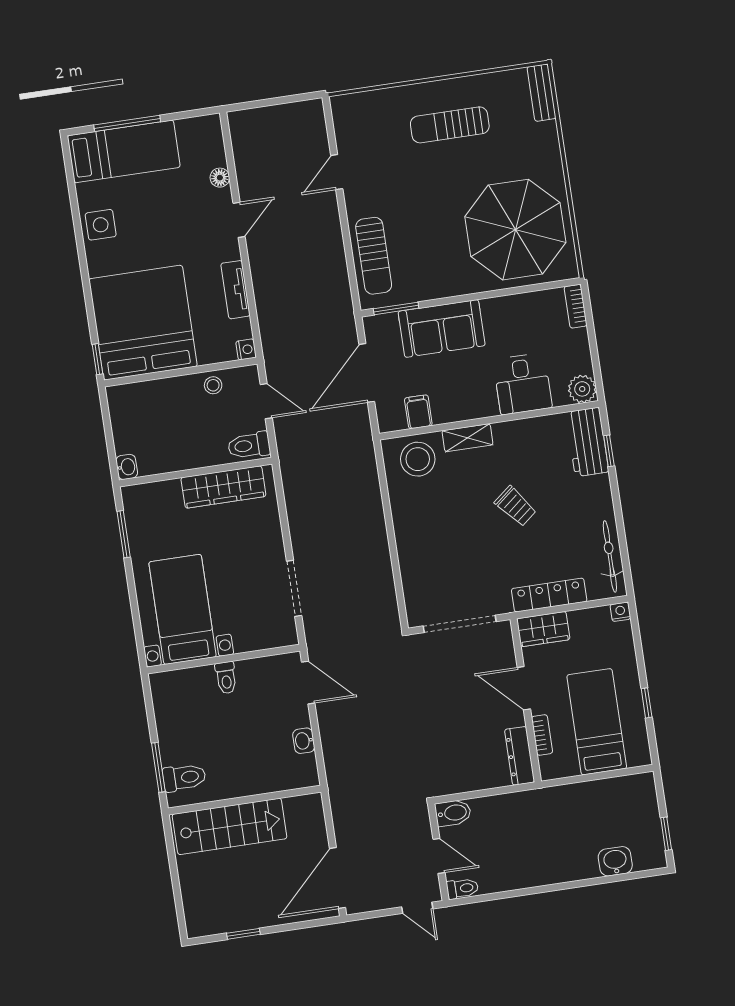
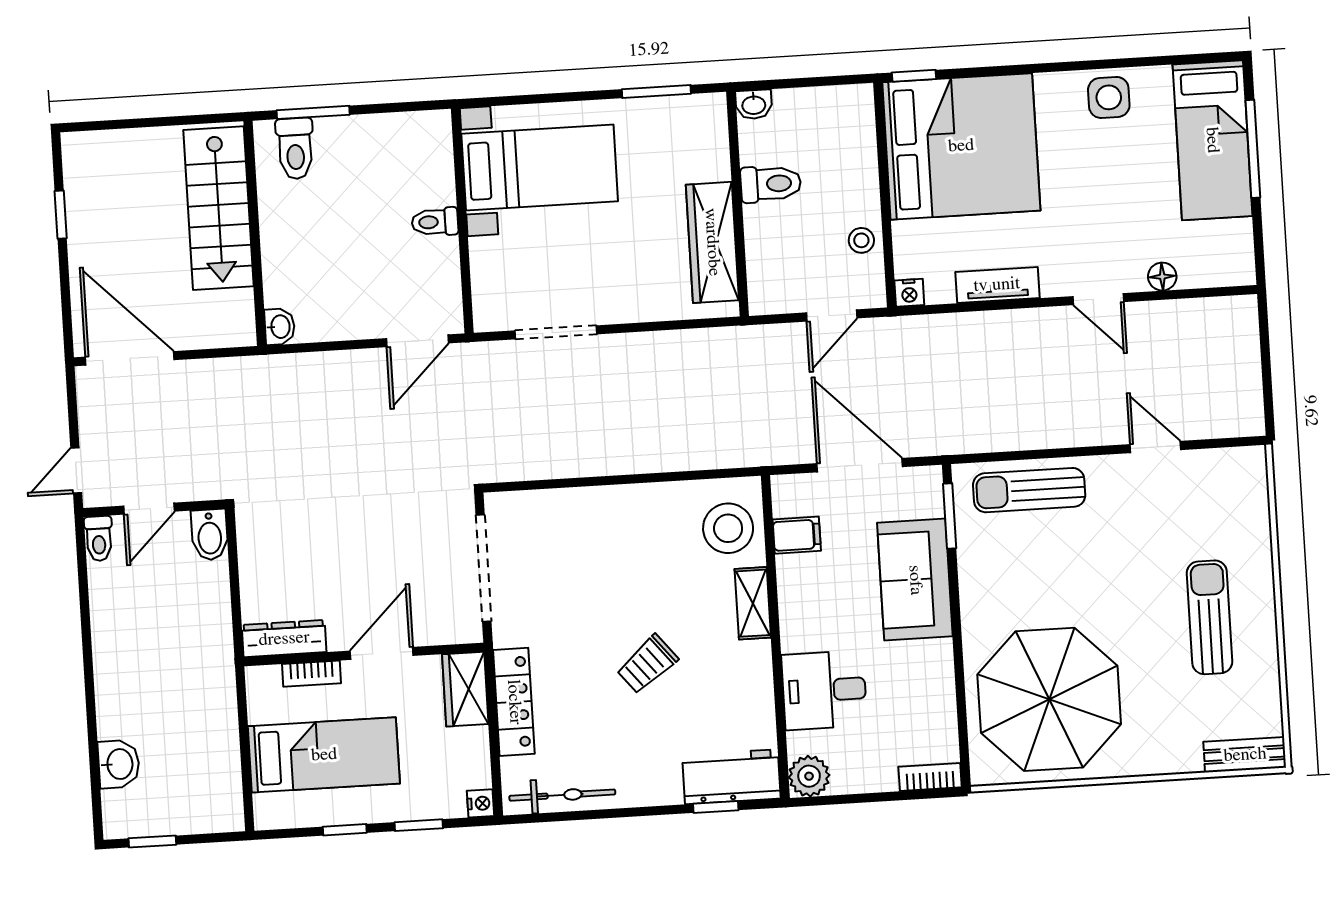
toilet: (249, 445) -> (771, 184), moved, turned 90
window: (639, 653) -> (419, 825), added
washbasin: (304, 741) -> (280, 327), moved, turned 90

